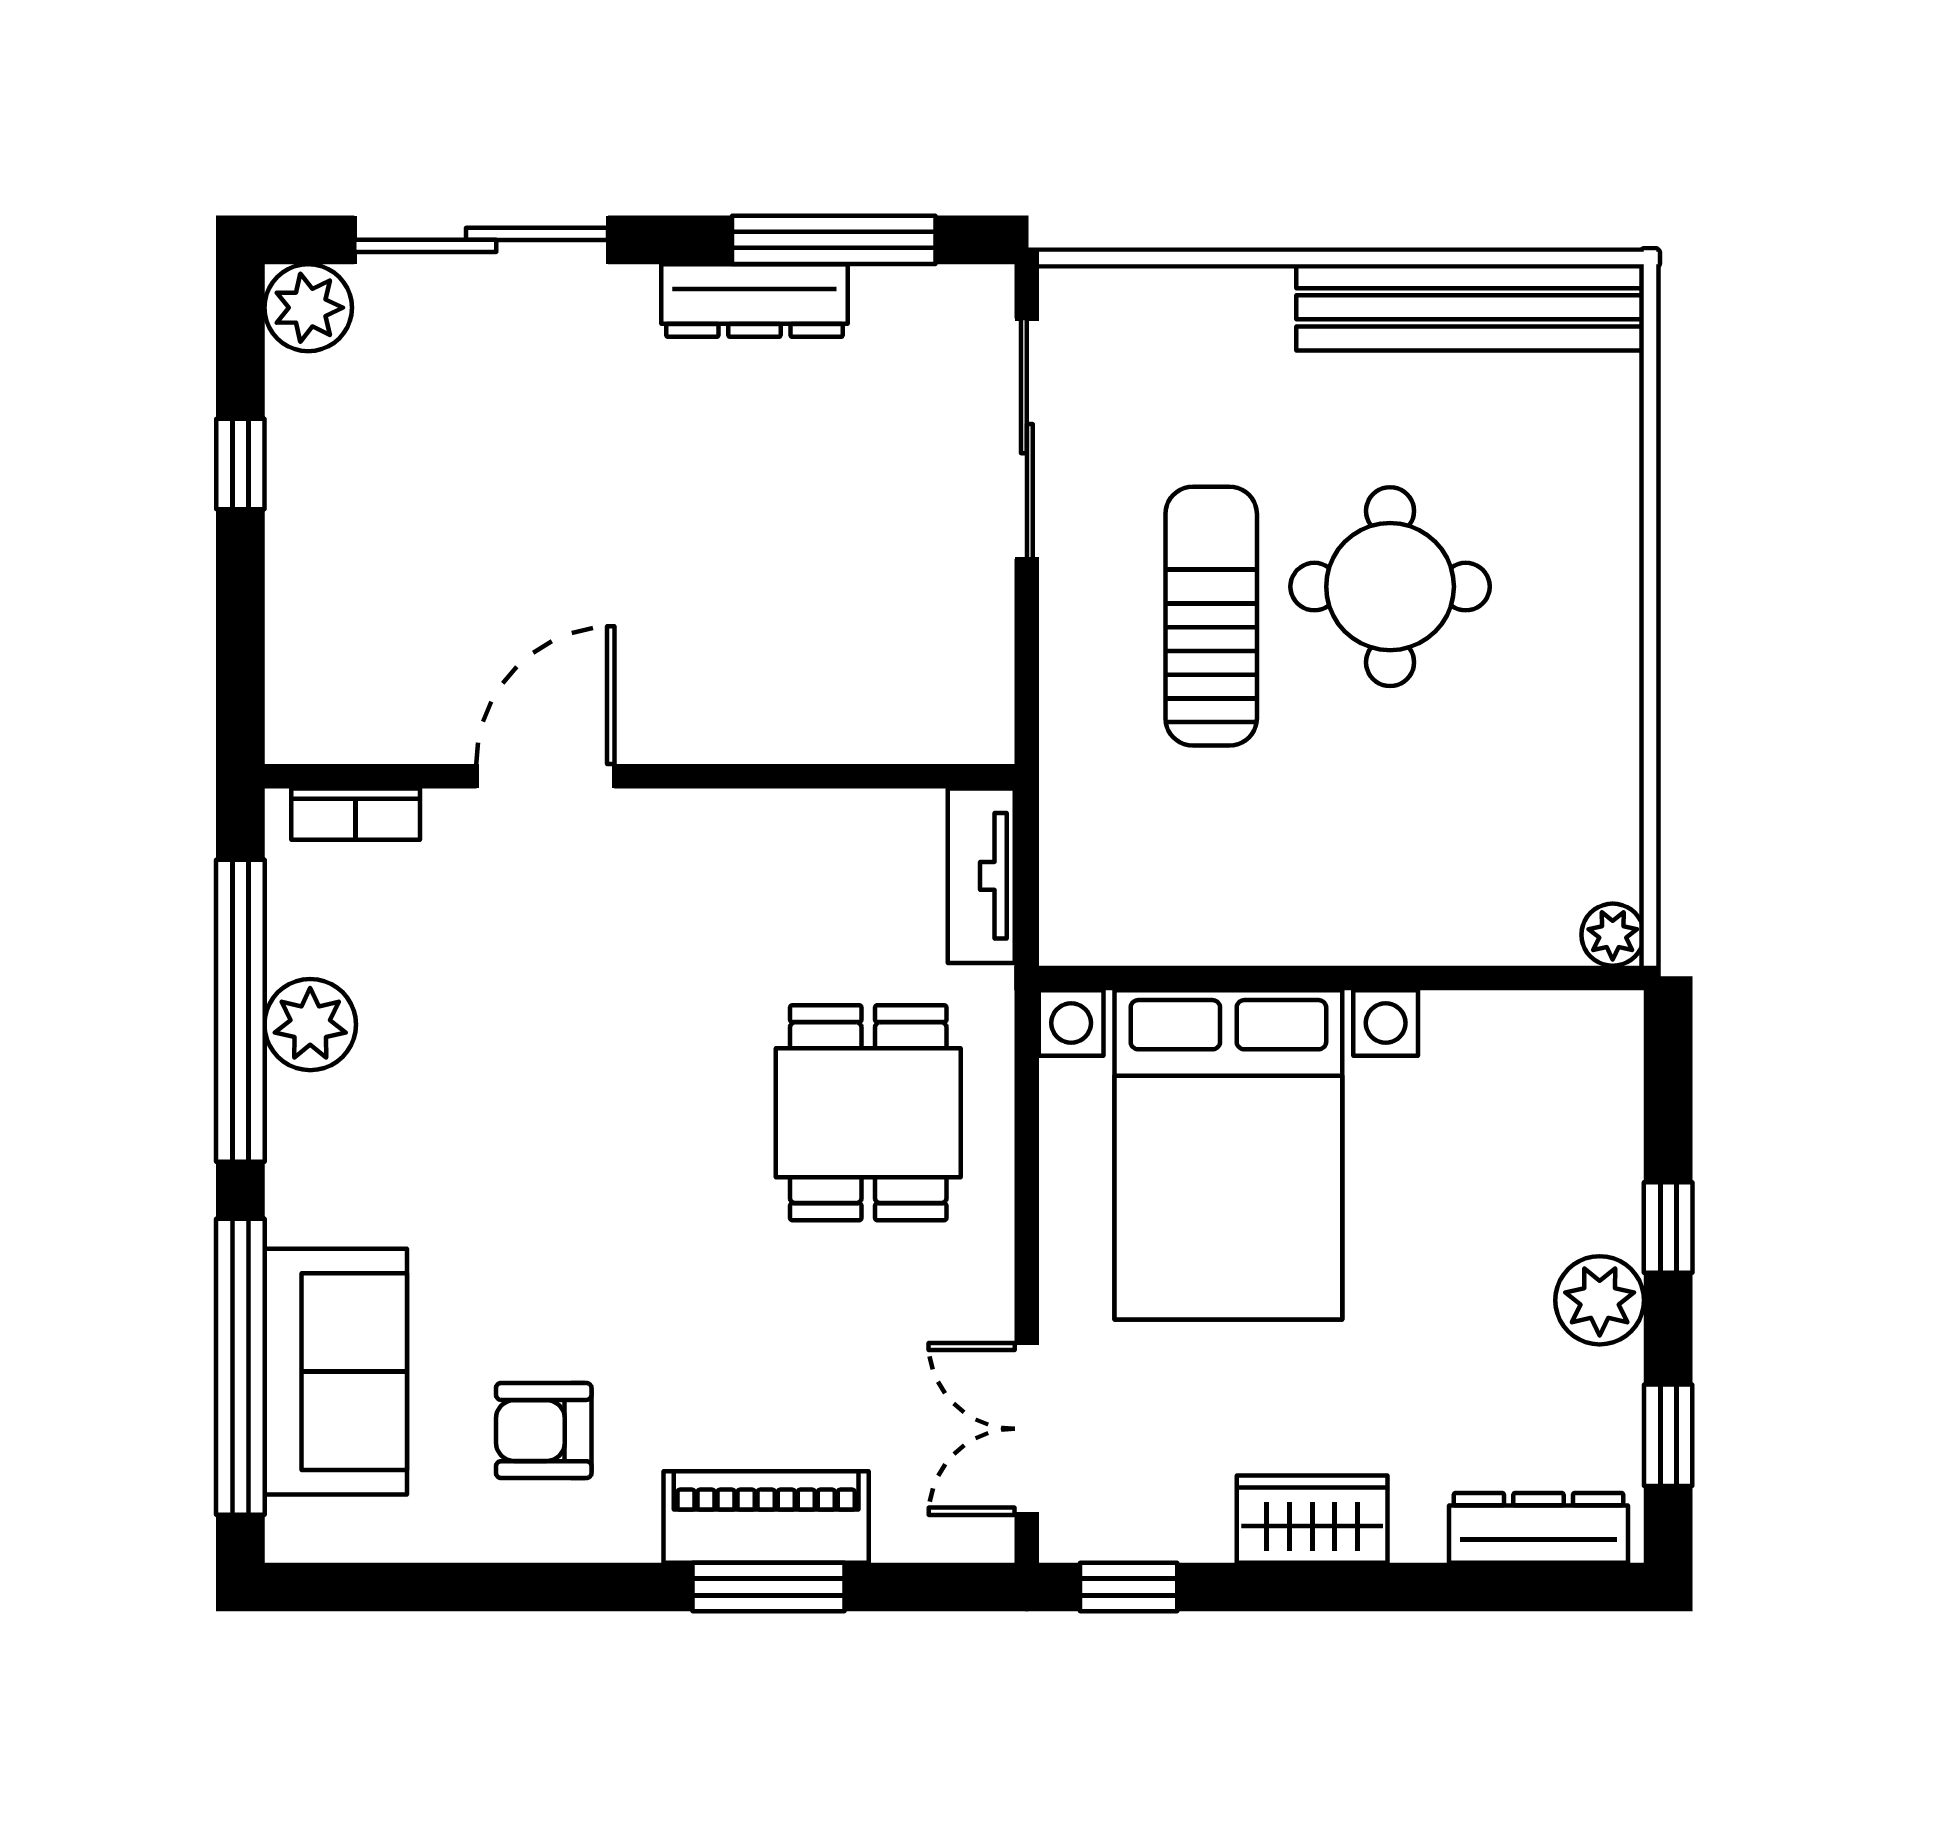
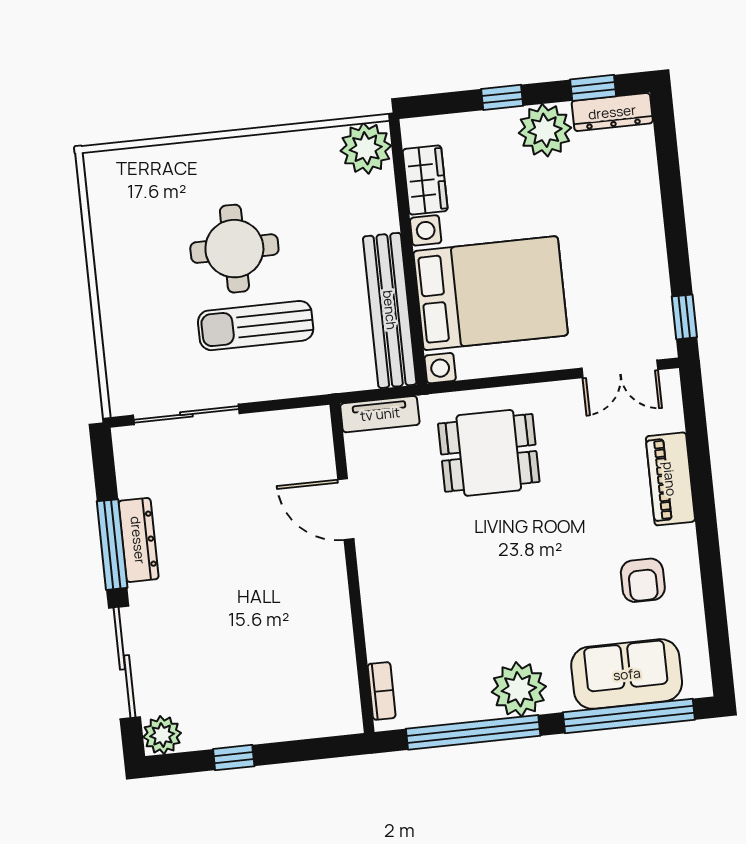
window: (834, 240) -> (112, 545), moved
bench: (1470, 307) -> (390, 310), moved
door: (545, 776) -> (346, 509), moved
plant: (1613, 935) -> (366, 148), width x1.87, depth x1.87
plant: (310, 1025) -> (519, 689), moved, width x1.36, depth x1.36
plant: (1600, 1300) -> (545, 130), width x1.36, depth x1.36
wardrobe: (1312, 1519) -> (425, 180), moved, turned 180
dresser: (1538, 1528) -> (612, 112), moved, turned -90
window: (769, 1587) -> (701, 475), removed

